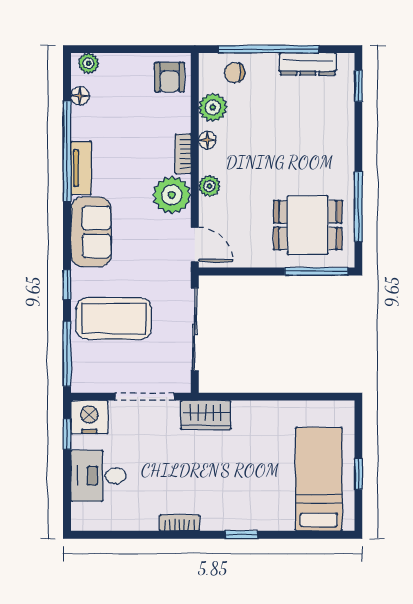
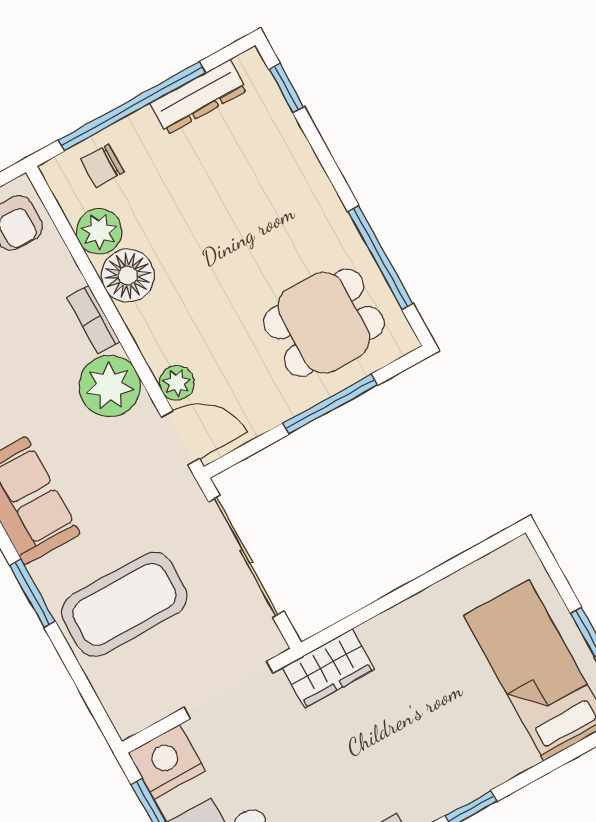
floor lamp: (207, 140) -> (128, 276), width x1.89, depth x1.89
plant: (209, 186) -> (177, 383), moved
window: (316, 271) -> (330, 404), moved
window: (67, 285) -> (32, 593), width x1.50
window: (67, 354) -> (86, 690), removed

